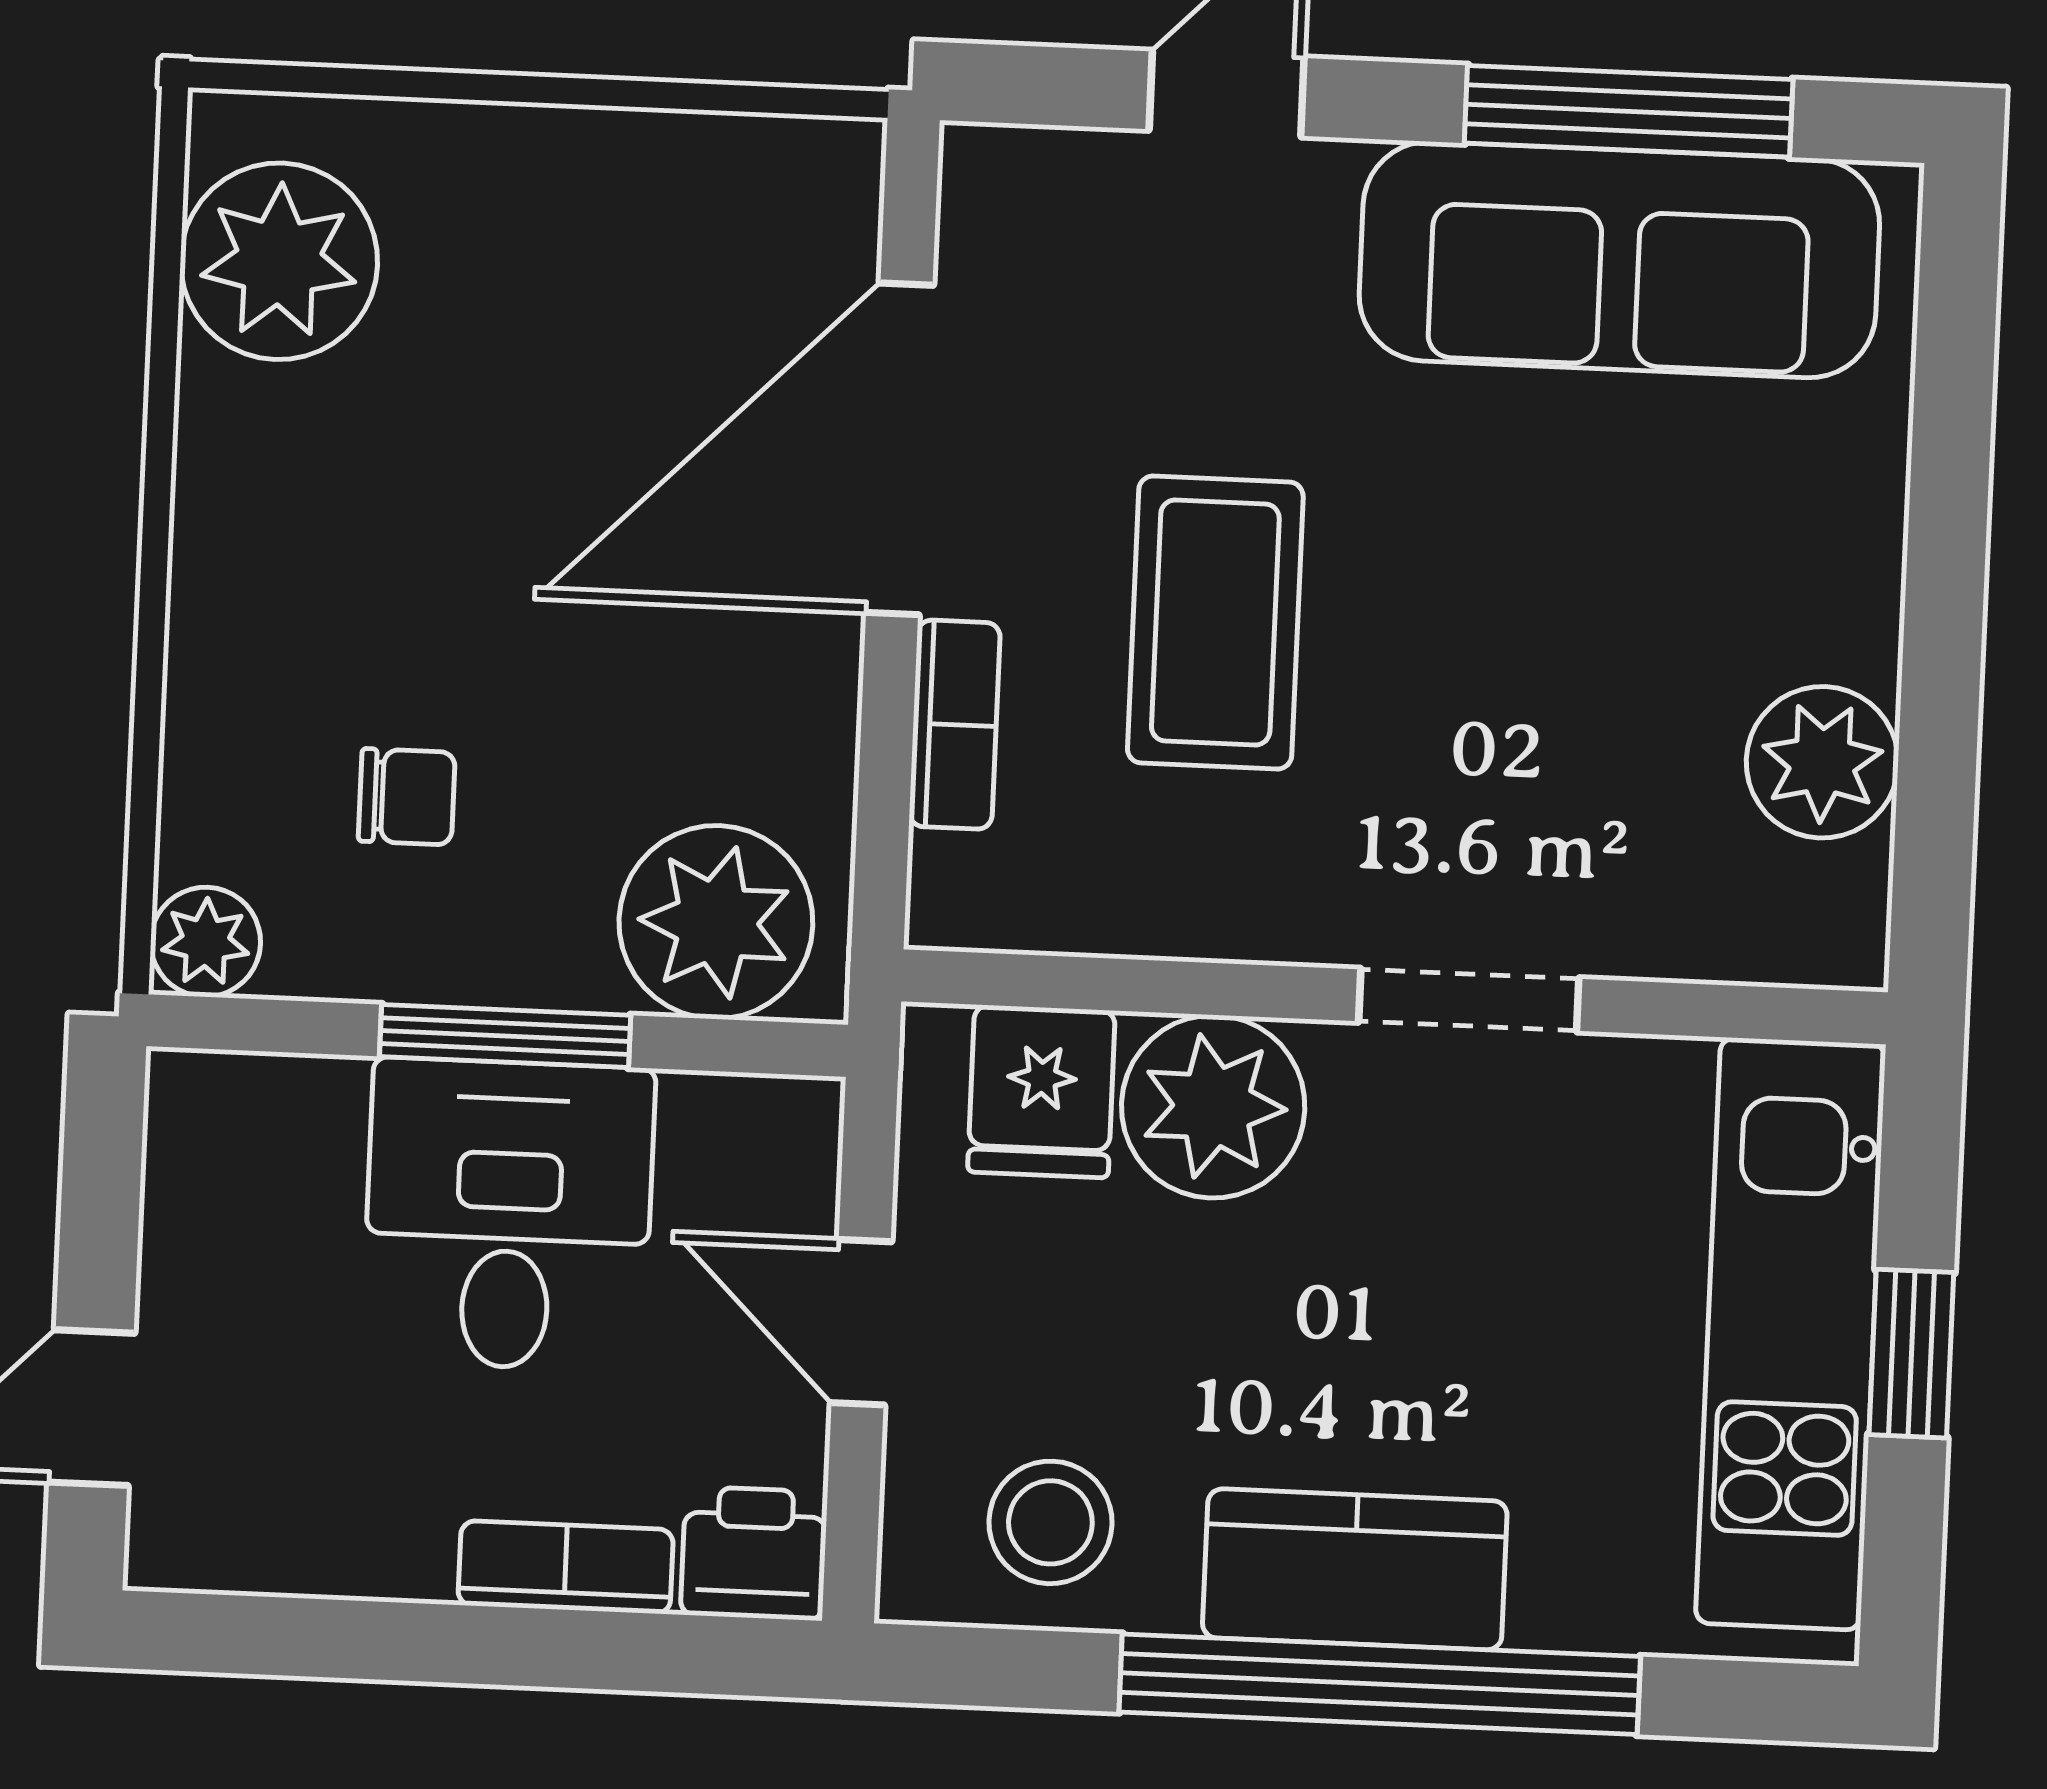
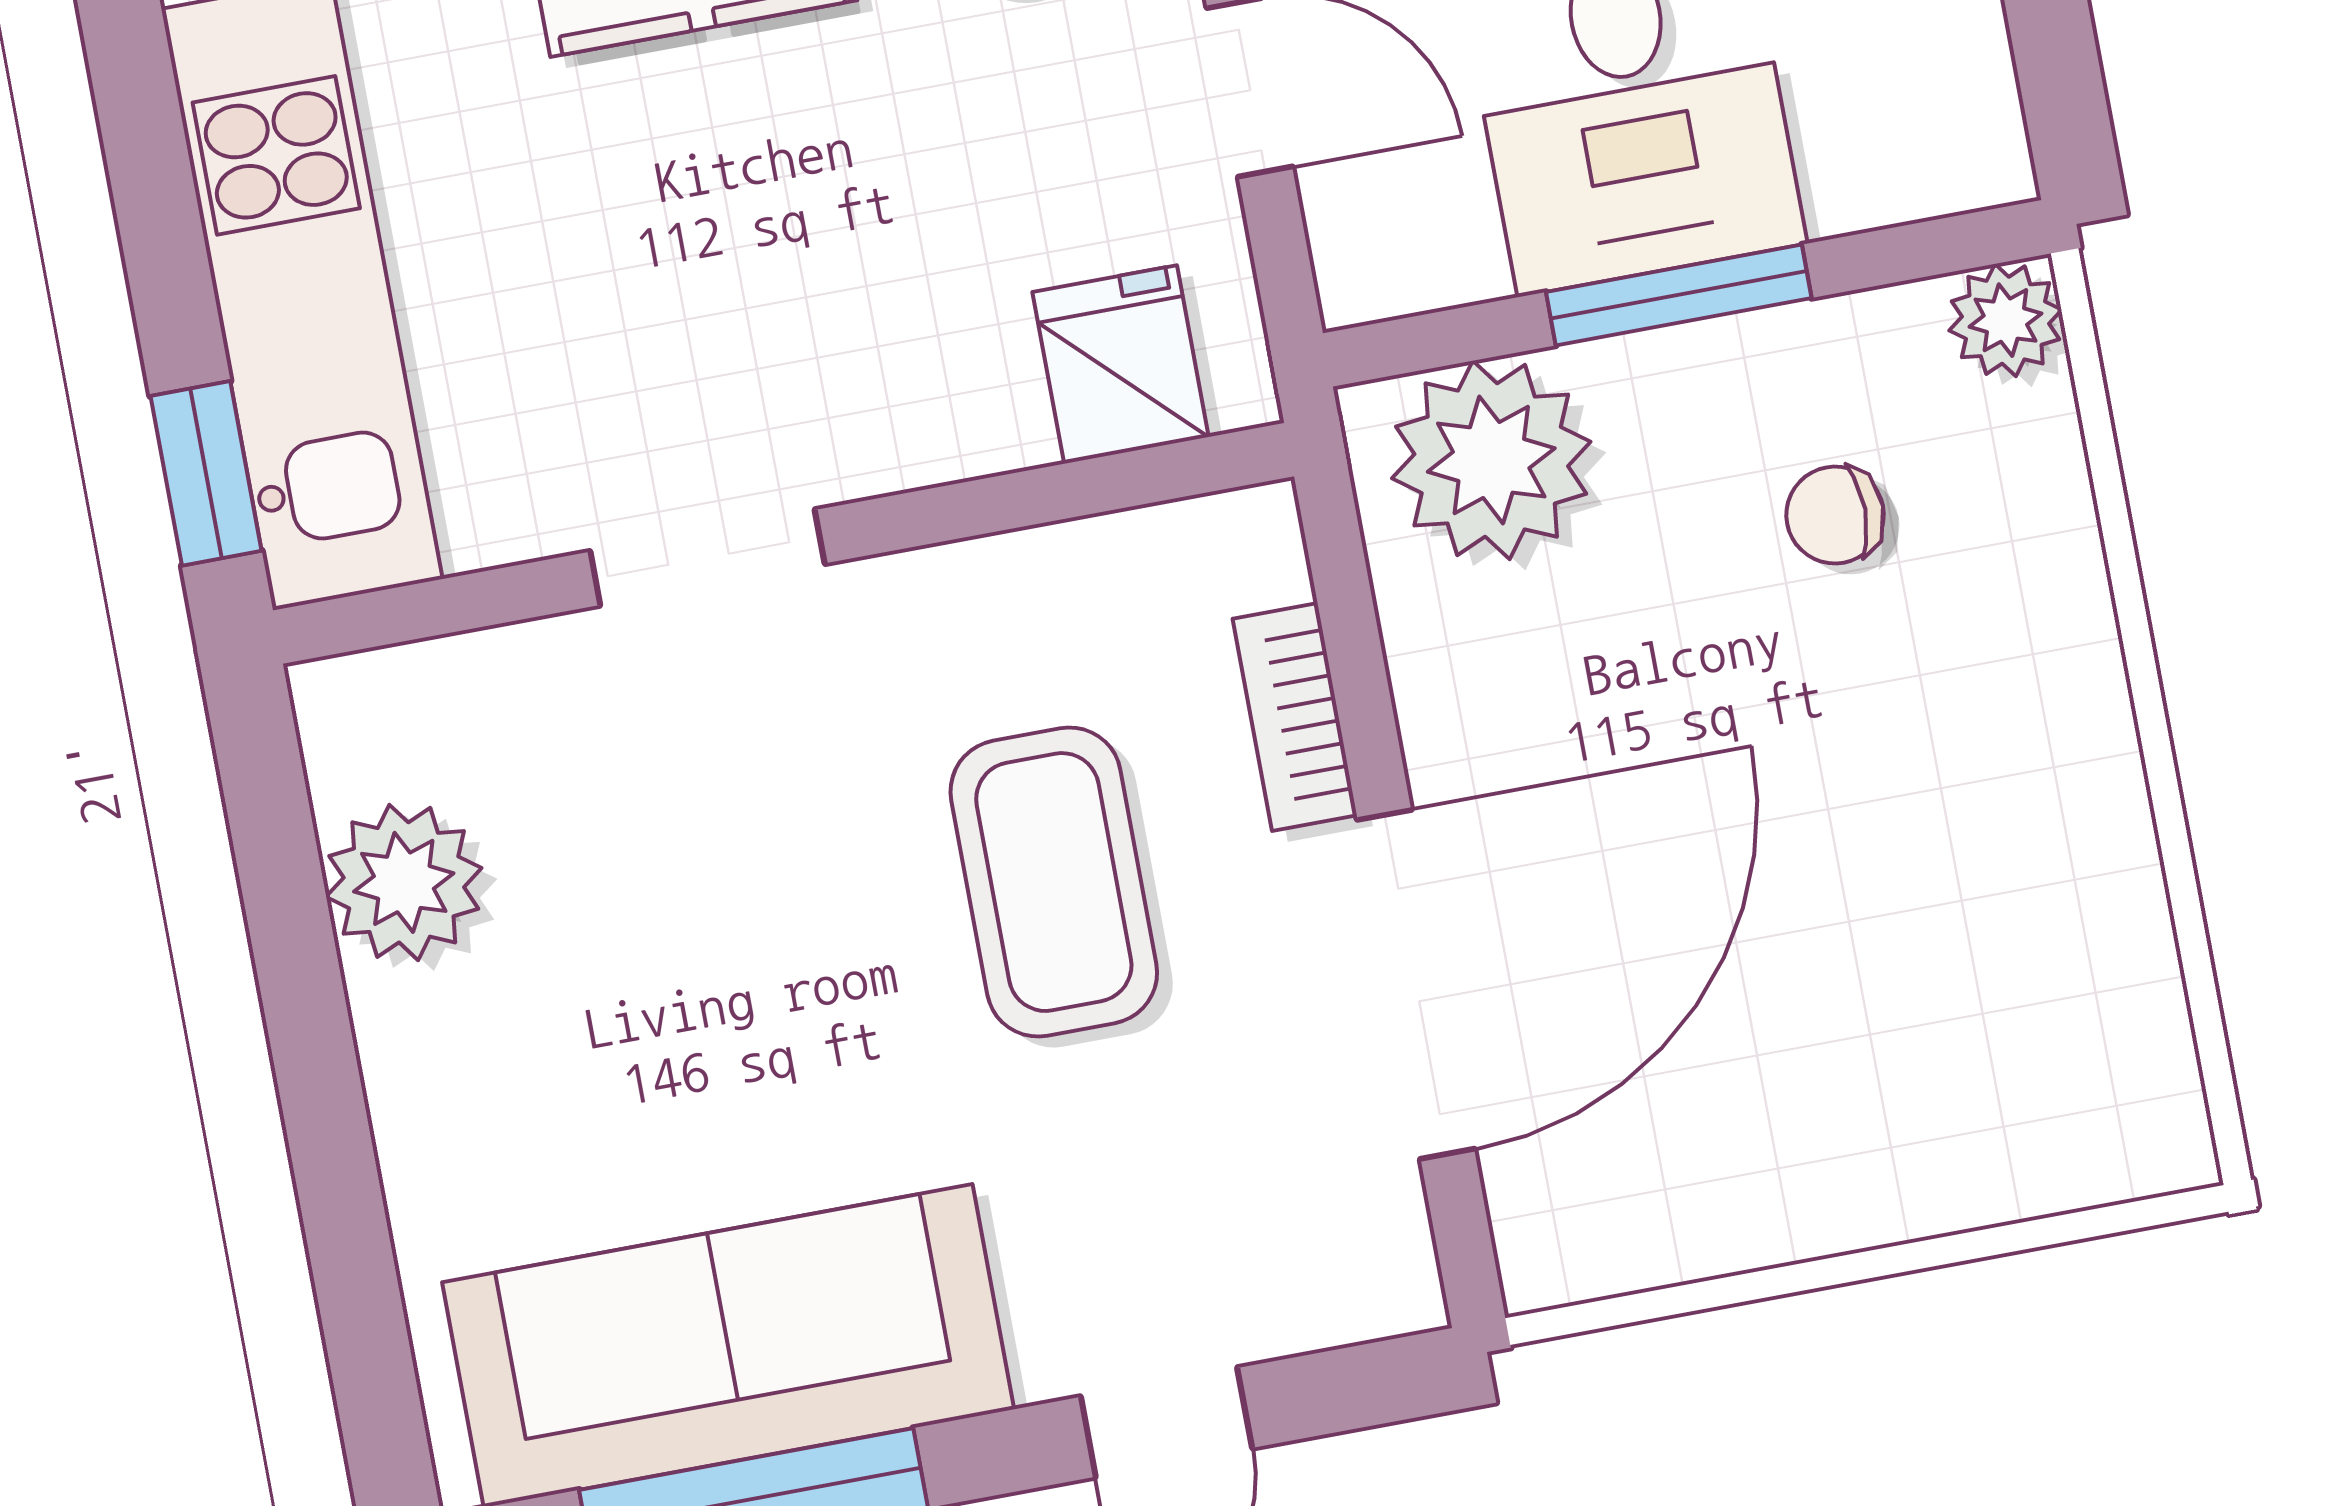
plant: (279, 261) -> (2091, 1029), removed
plant: (1213, 1107) -> (942, 389), removed
window: (1911, 1354) -> (206, 473), moved

